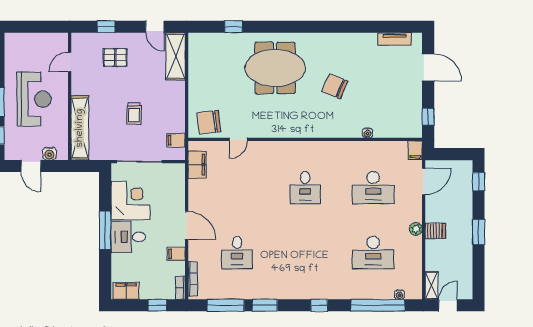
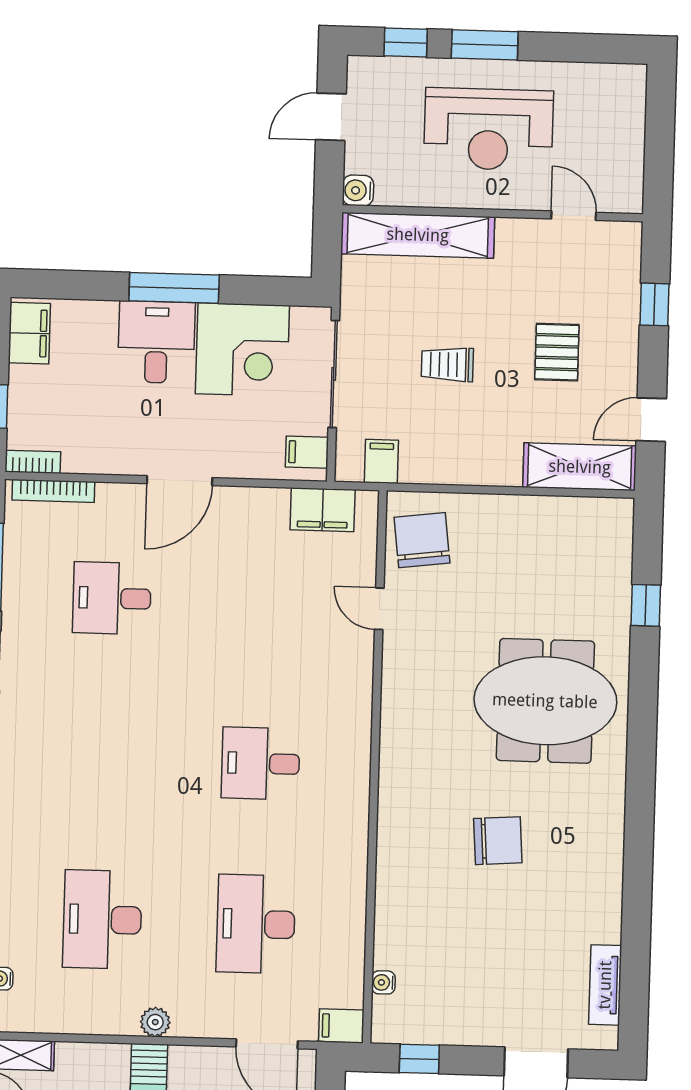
pallet: (115, 58) -> (557, 352), moved
meeting table: (275, 68) -> (545, 701), turned 90
chair: (335, 86) -> (498, 841), turned 63
water cooler: (368, 133) -> (383, 982), moved
water cooler: (49, 154) -> (358, 190), moved
filing cabinet: (176, 254) -> (307, 452), moved, turned -90

